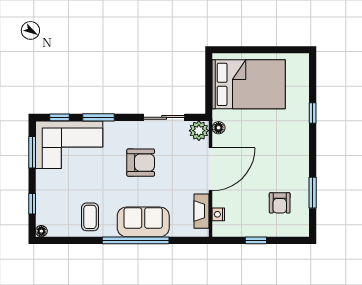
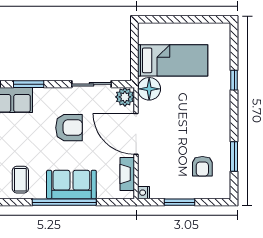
bed: (249, 84) -> (173, 60), width x0.67
floor lamp: (219, 128) -> (149, 89), width x1.89, depth x1.89
door: (211, 169) -> (136, 134), swing flipped
nightstand: (218, 214) -> (144, 193), moved
window: (256, 240) -> (179, 202), width x1.50

